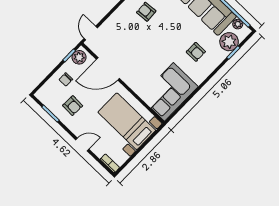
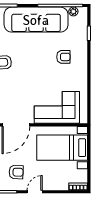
plant: (229, 42) -> (79, 29), removed
corner sofa: (169, 92) -> (57, 107), moved, turned 90
door: (82, 144) -> (35, 192), moved

